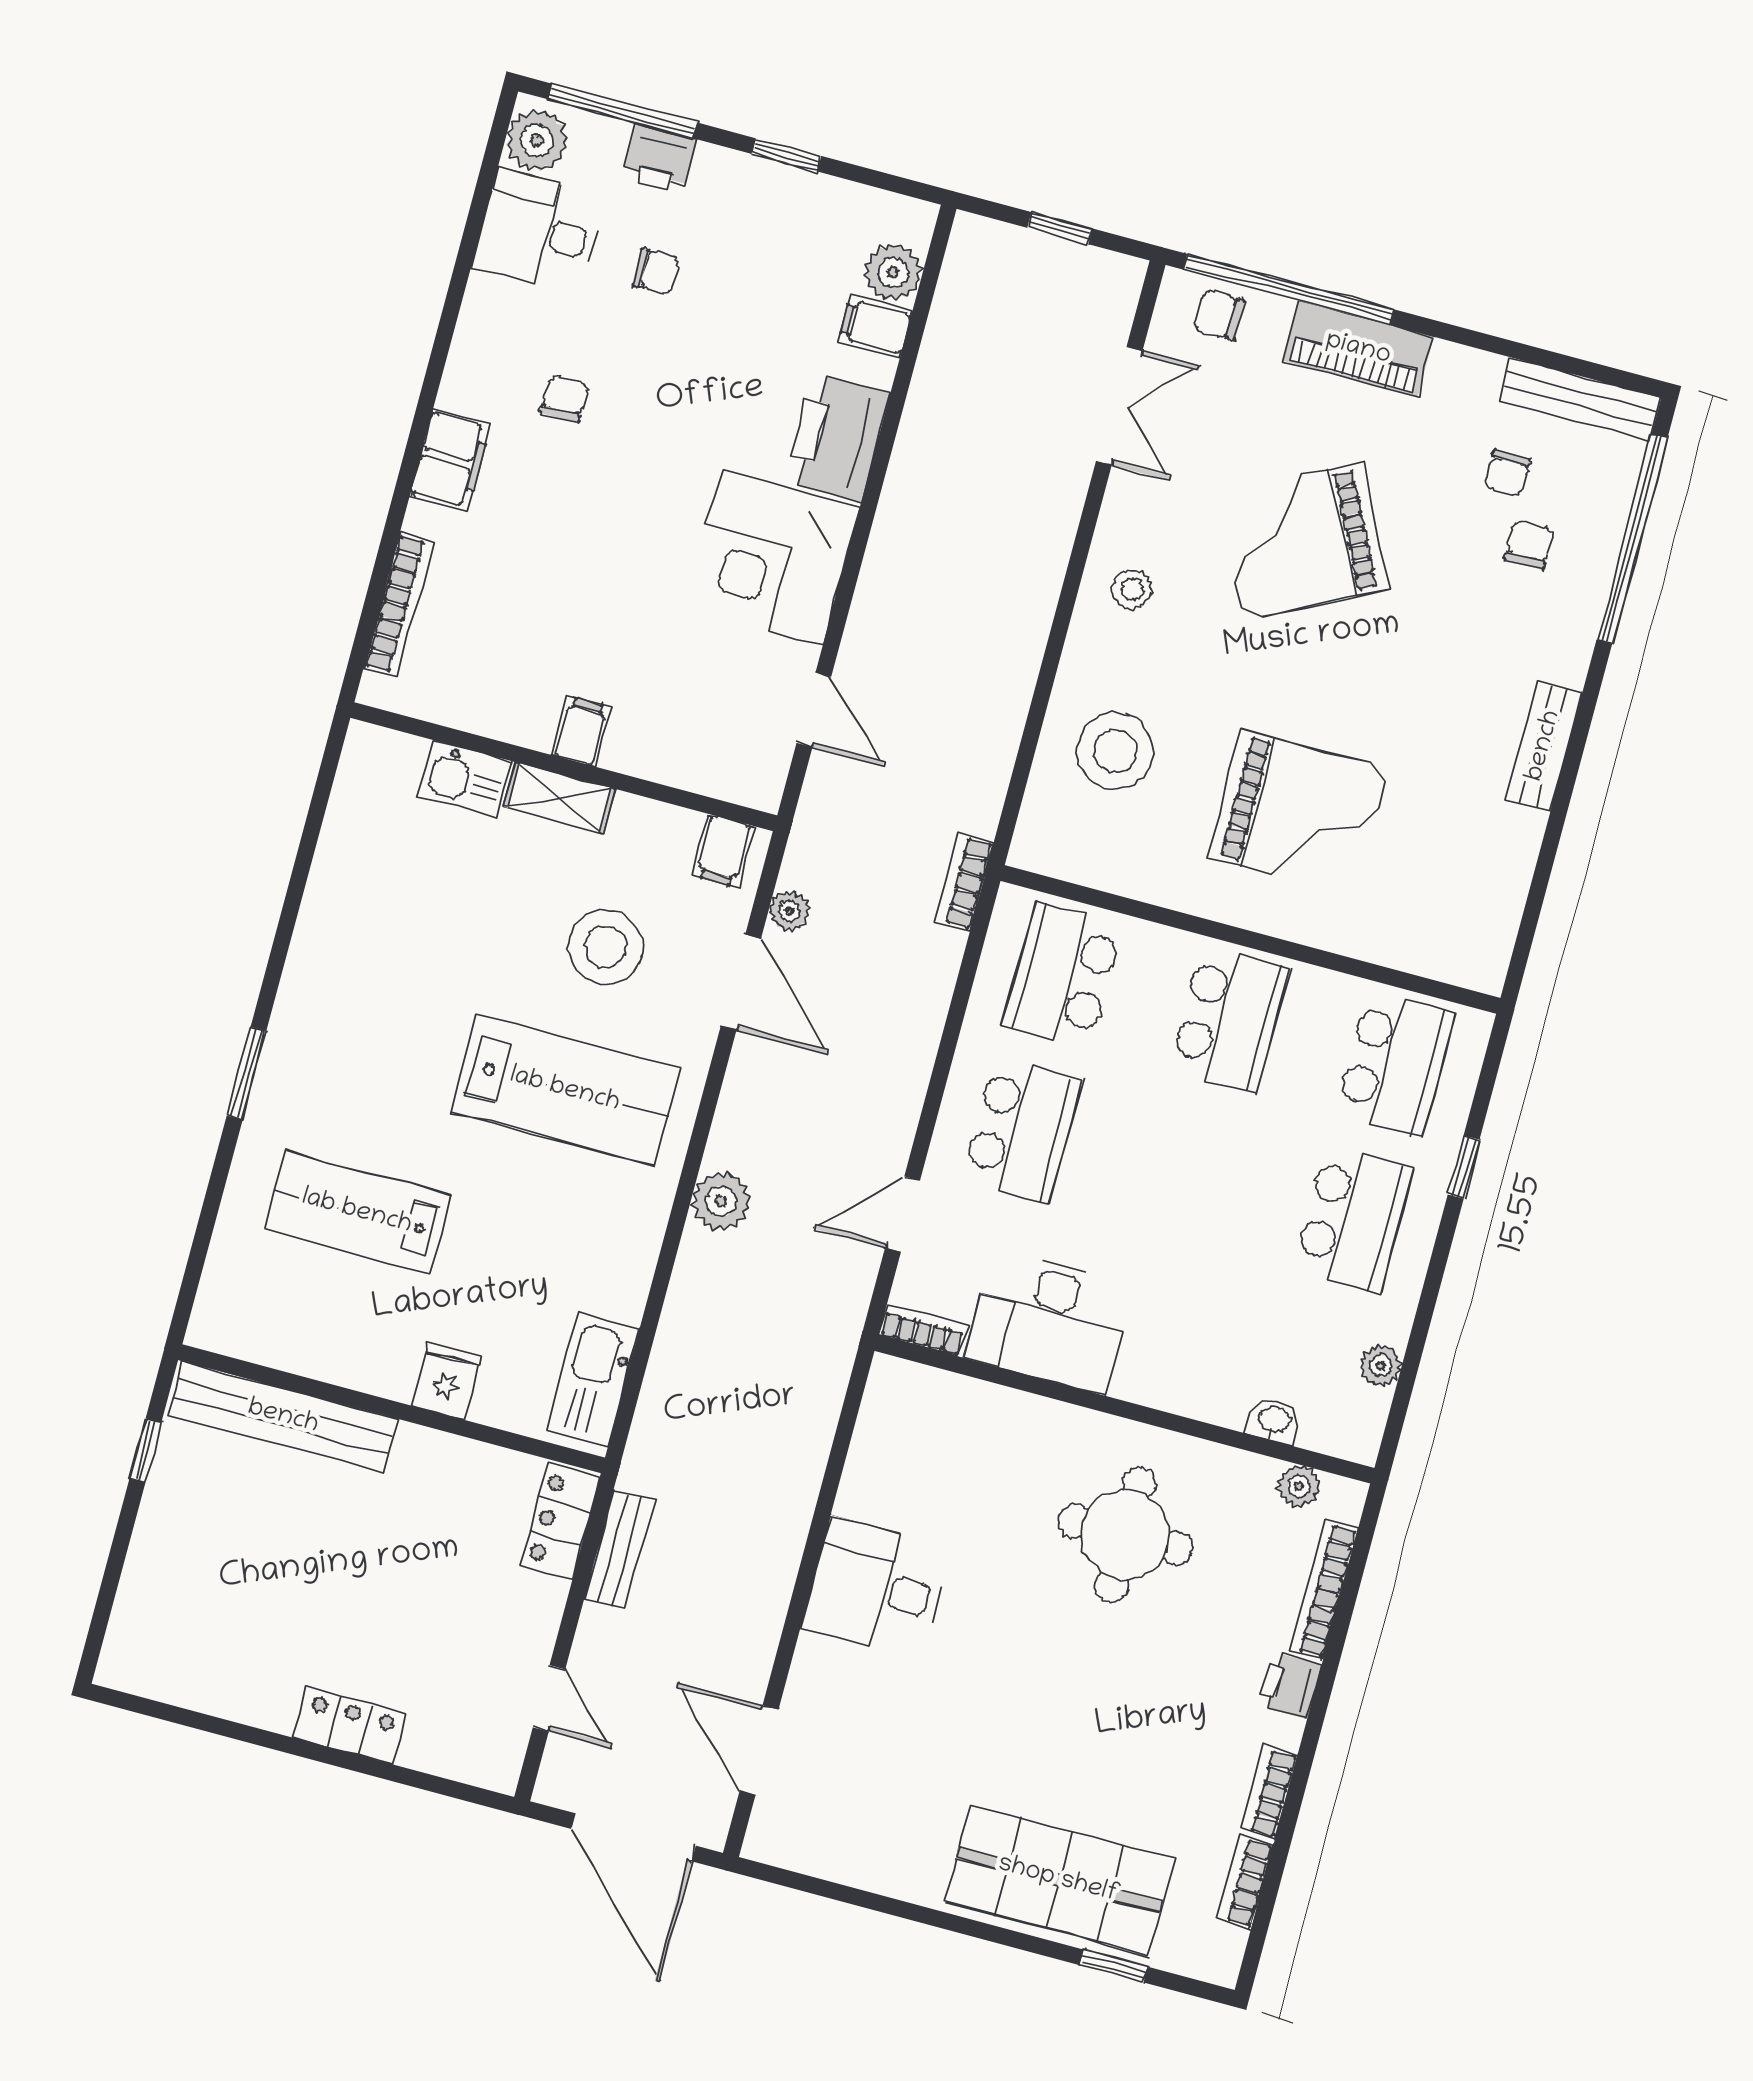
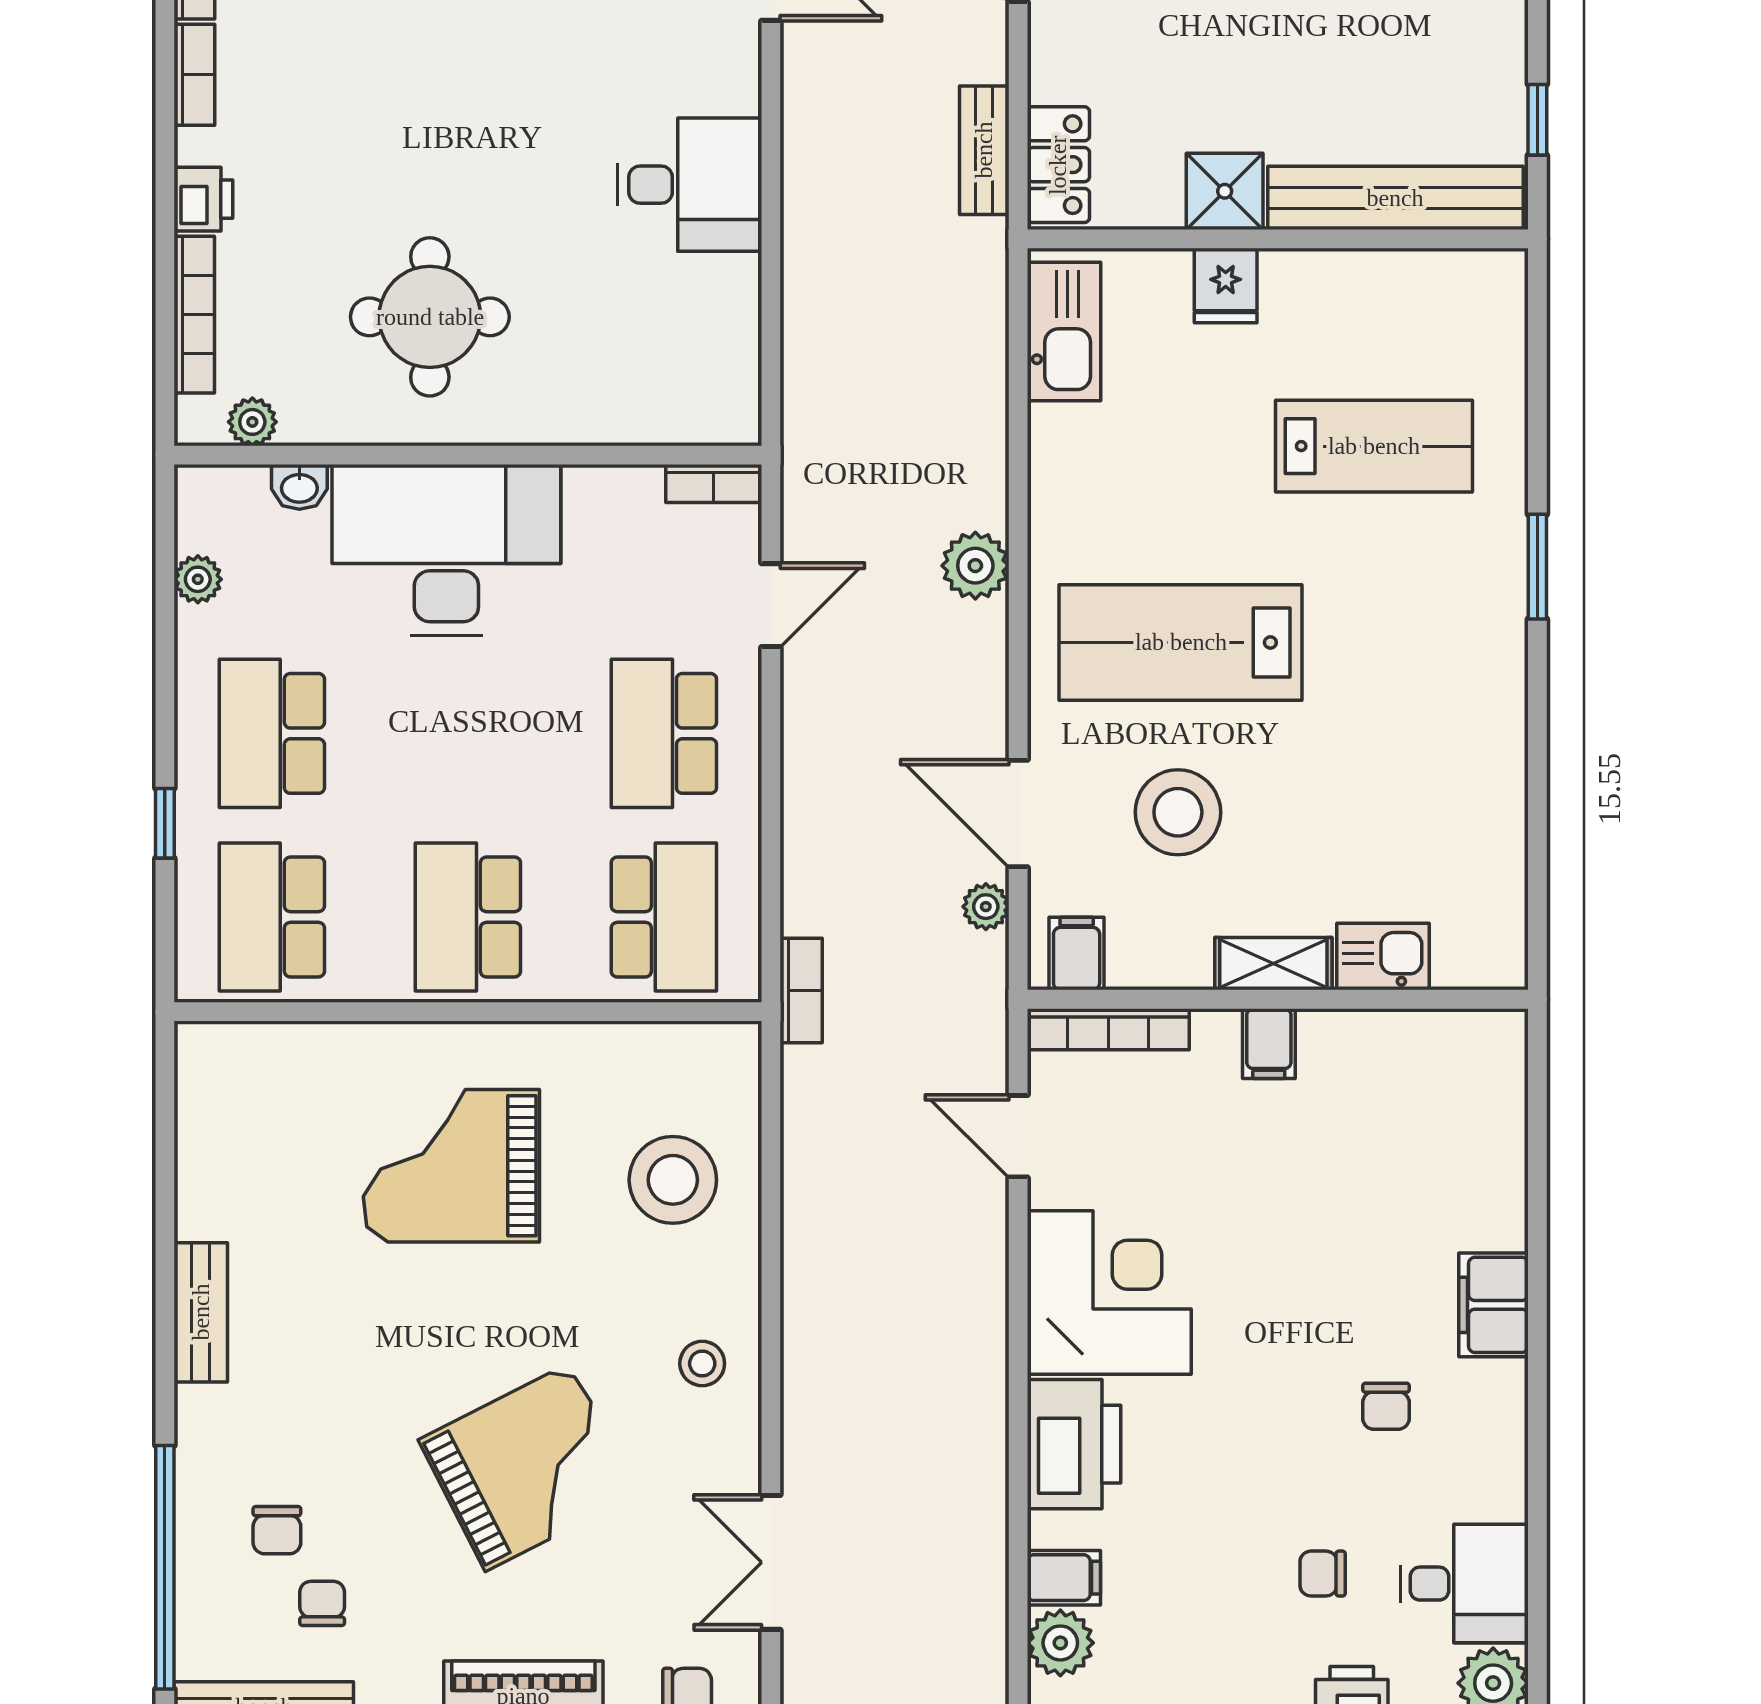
bookcase: (399, 605) -> (1108, 1029), moved, turned -90
desk: (1049, 1321) -> (446, 550), moved, width x1.36, depth x1.30
shower: (426, 1461) -> (1225, 191), added

